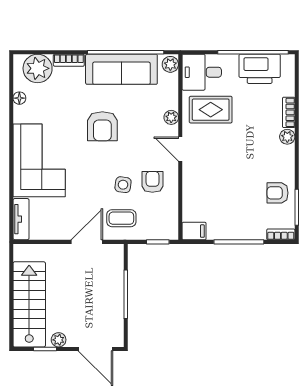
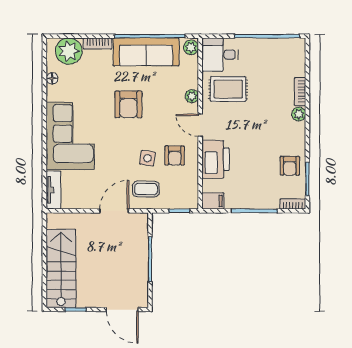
printer: (260, 69) -> (215, 159), moved, turned -90
armchair: (152, 182) -> (175, 156), turned 180
armchair: (278, 193) -> (290, 166), turned -90
plant: (59, 340) -> (88, 301), removed

